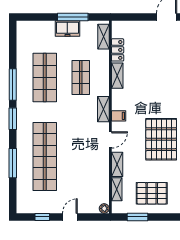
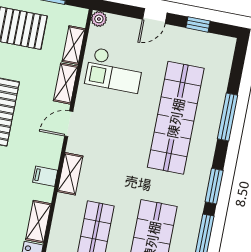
filing cabinet: (119, 116) -> (45, 176), moved
checkout: (88, 179) -> (114, 70), added

